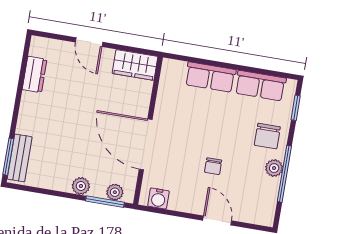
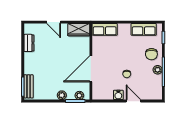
row of seats: (210, 77) -> (105, 29), moved
door: (146, 144) -> (91, 69), hinge flipped
water cooler: (158, 198) -> (118, 95), moved

